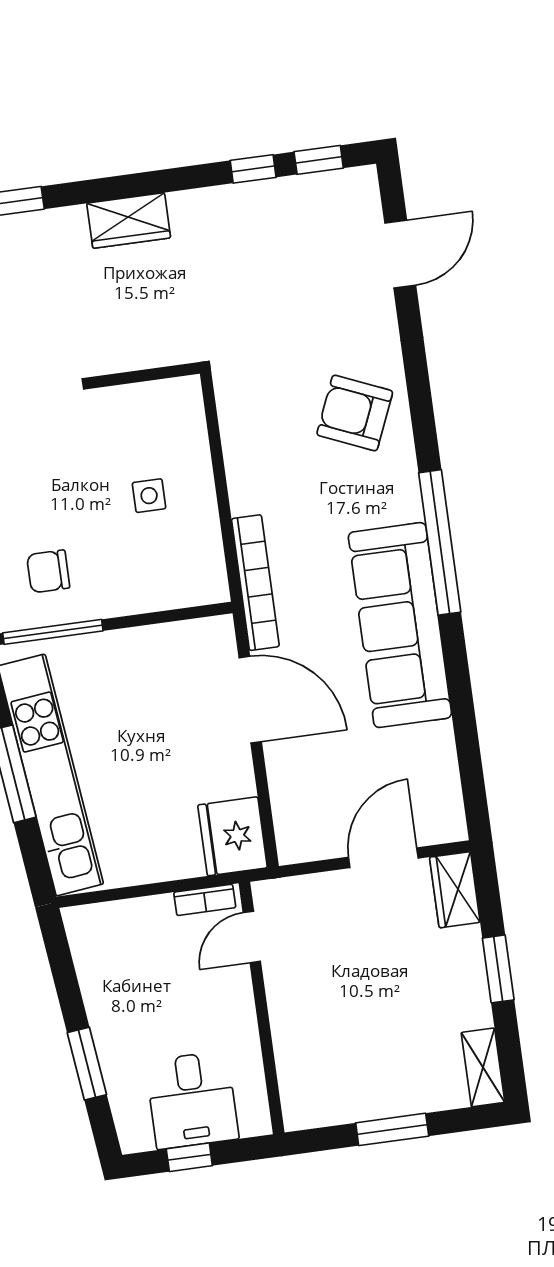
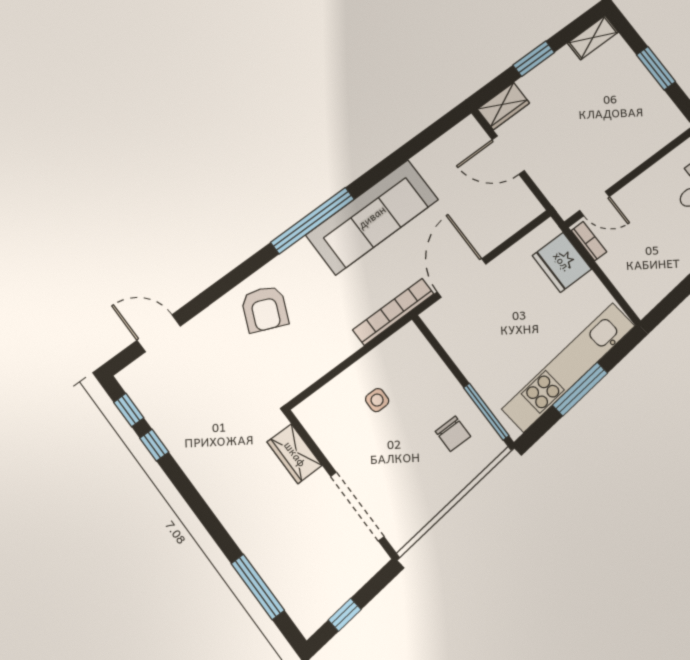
wardrobe: (129, 221) -> (295, 454), moved, turned 180
fridge: (233, 836) -> (562, 262), moved, turned 90

